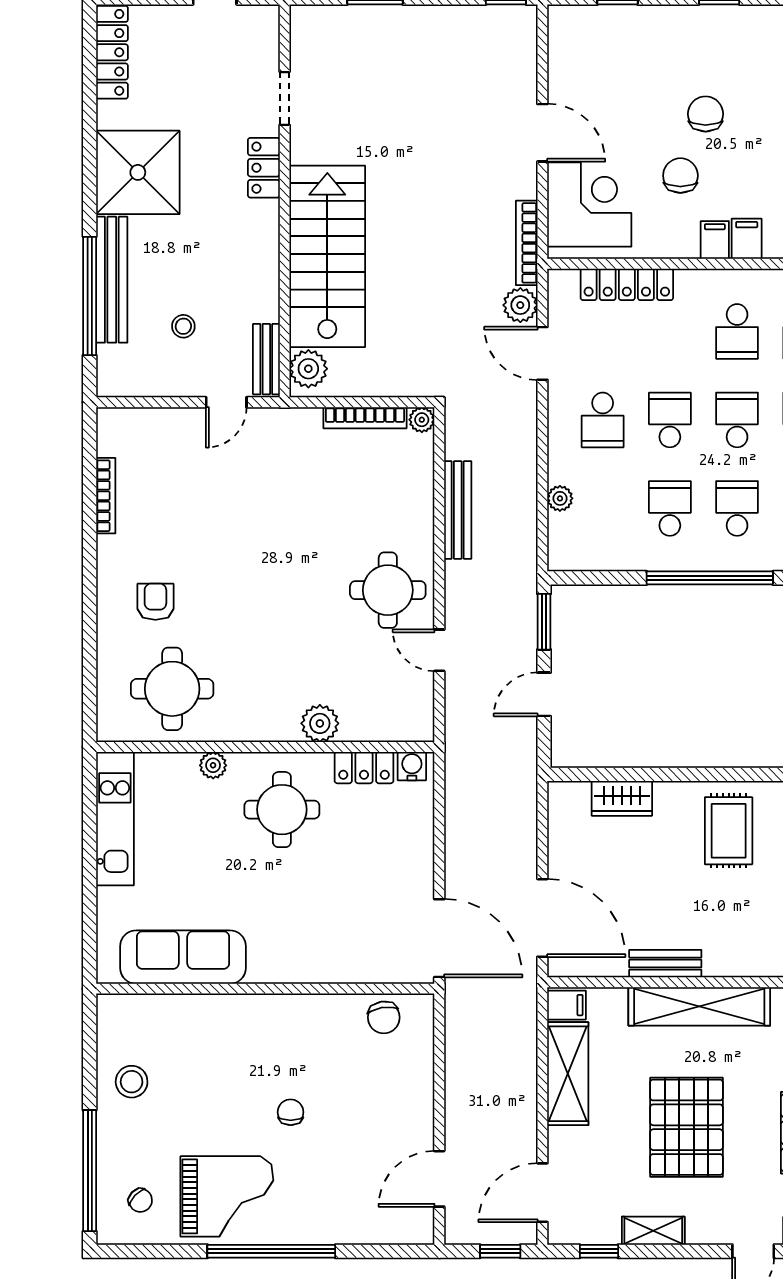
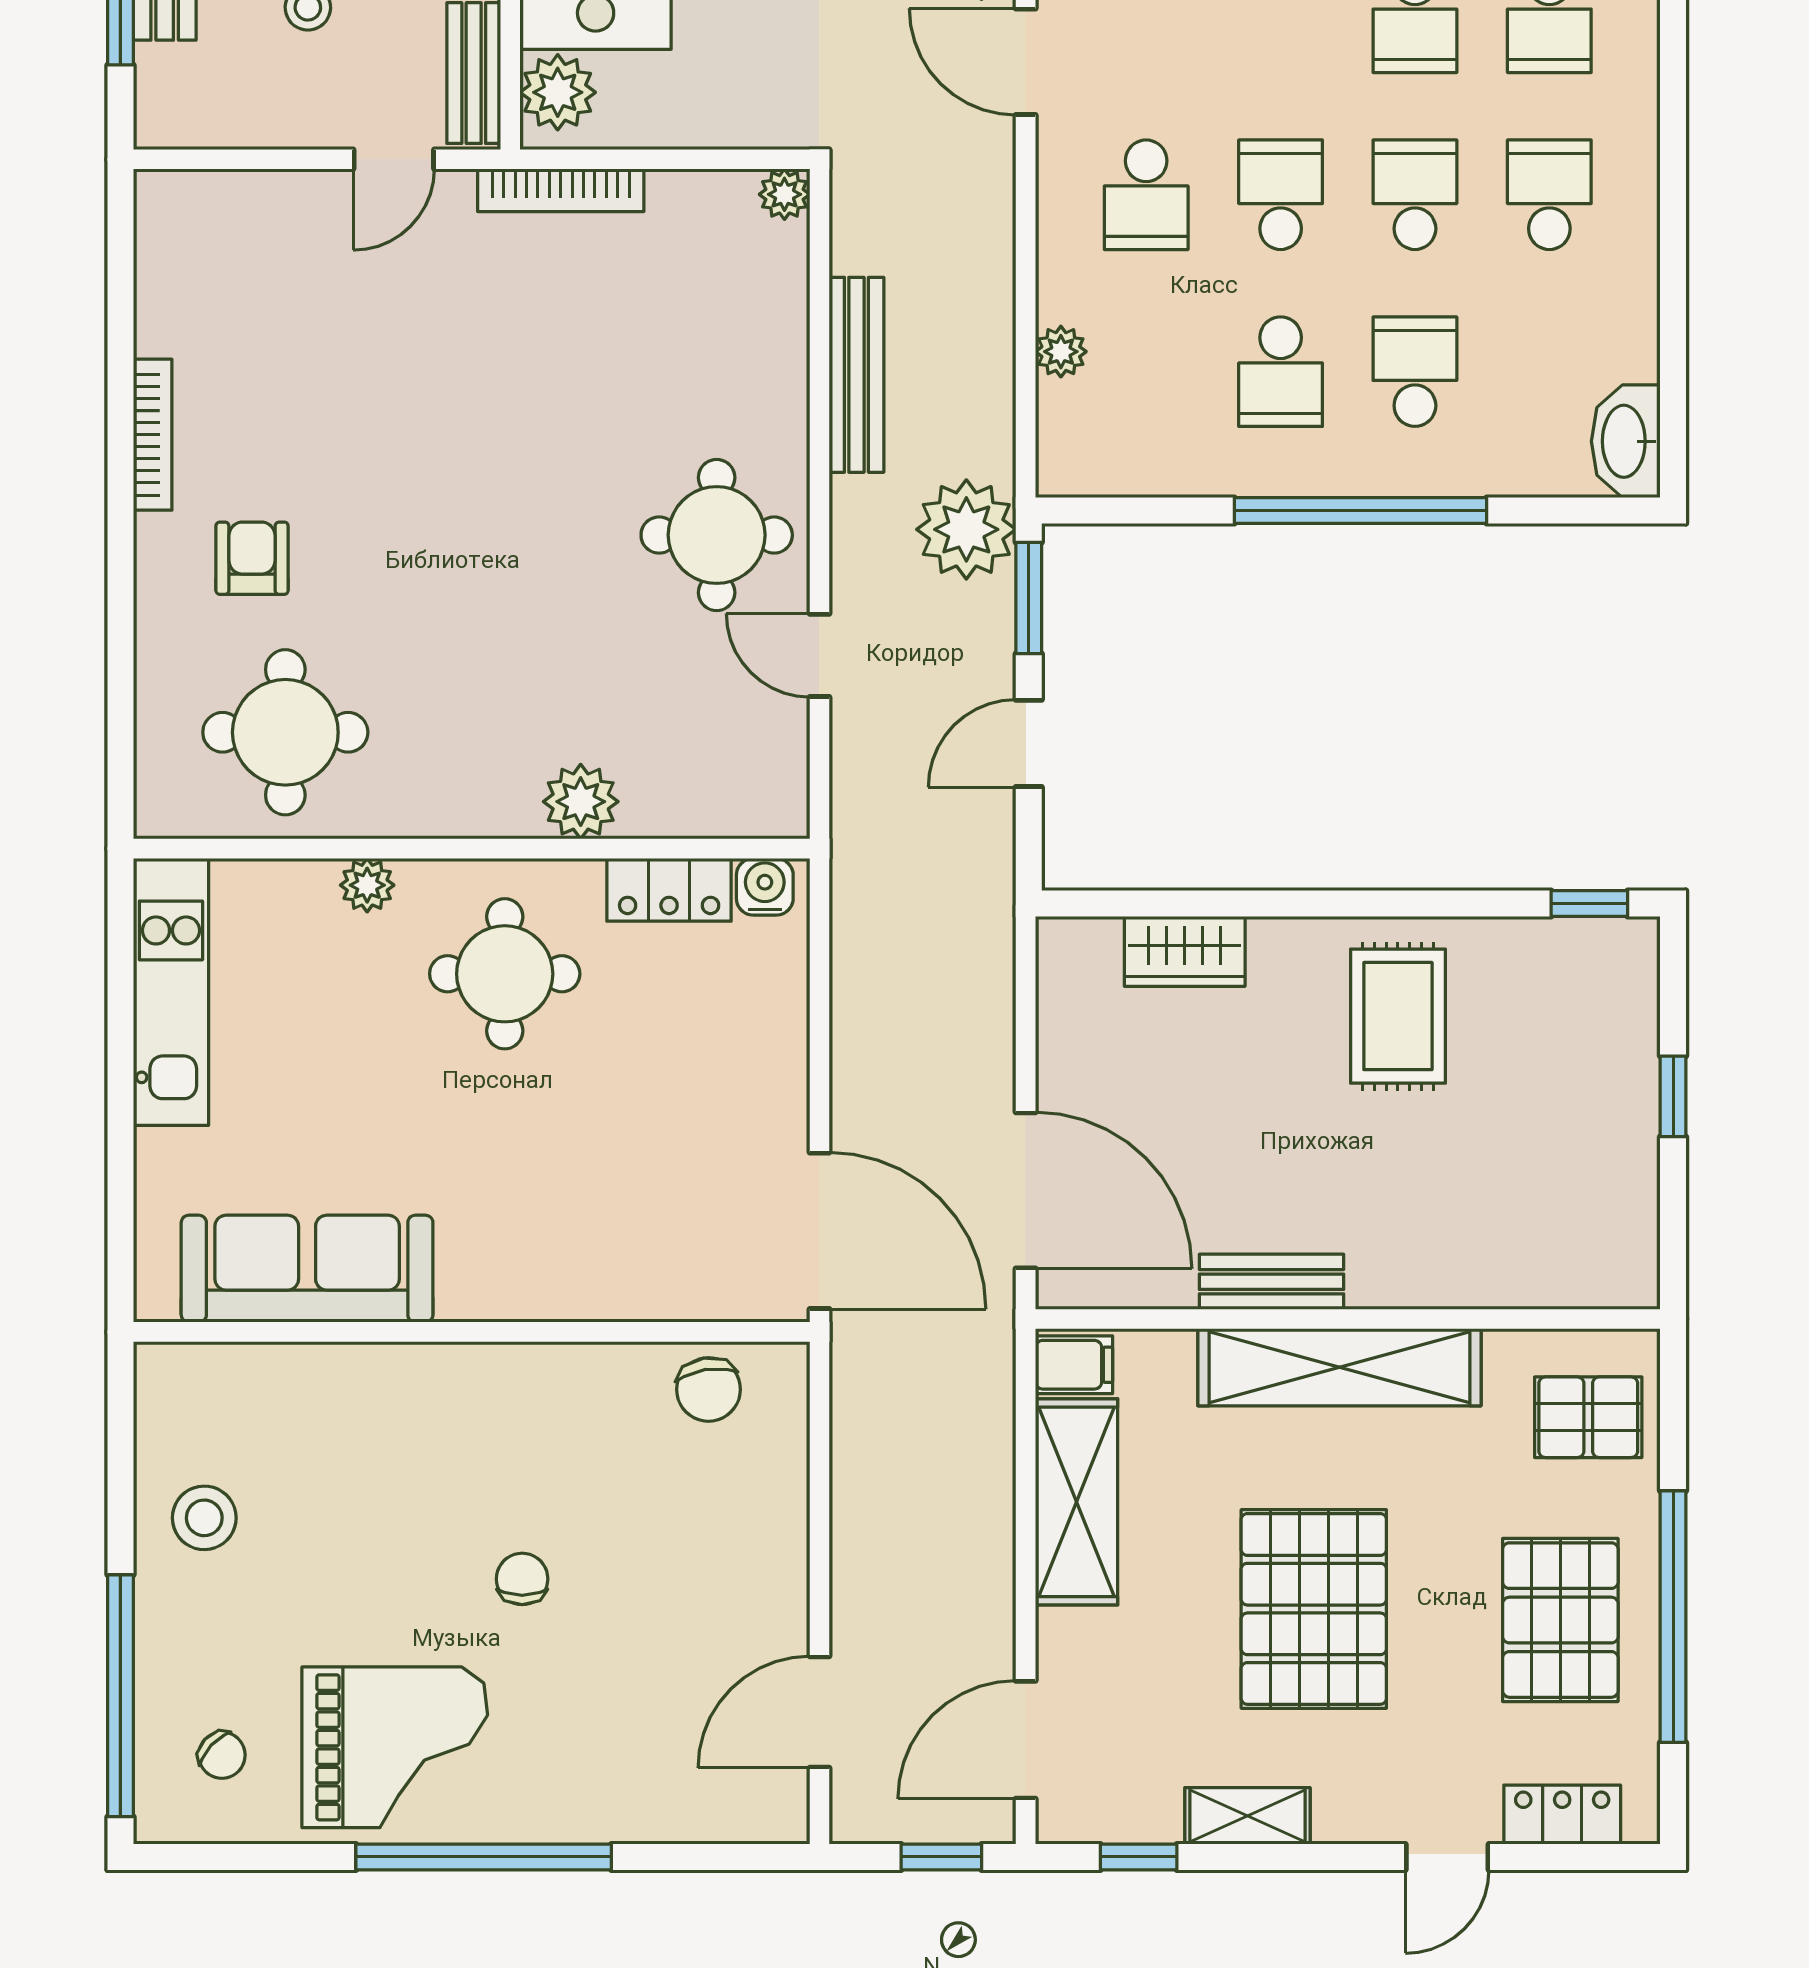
bookcase: (365, 418) -> (561, 190), moved
bookcase: (106, 496) -> (153, 435), moved
school desk: (670, 508) -> (1281, 372), turned 180
plant: (513, 587) -> (966, 529), added

